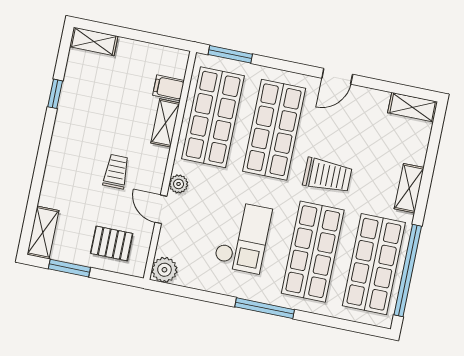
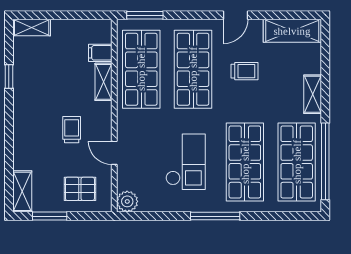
shelving: (413, 107) -> (292, 31), width x1.50, depth x1.33
trolley: (327, 175) -> (245, 71), moved, width x0.73, depth x0.72
plant: (179, 184) -> (124, 129), removed

